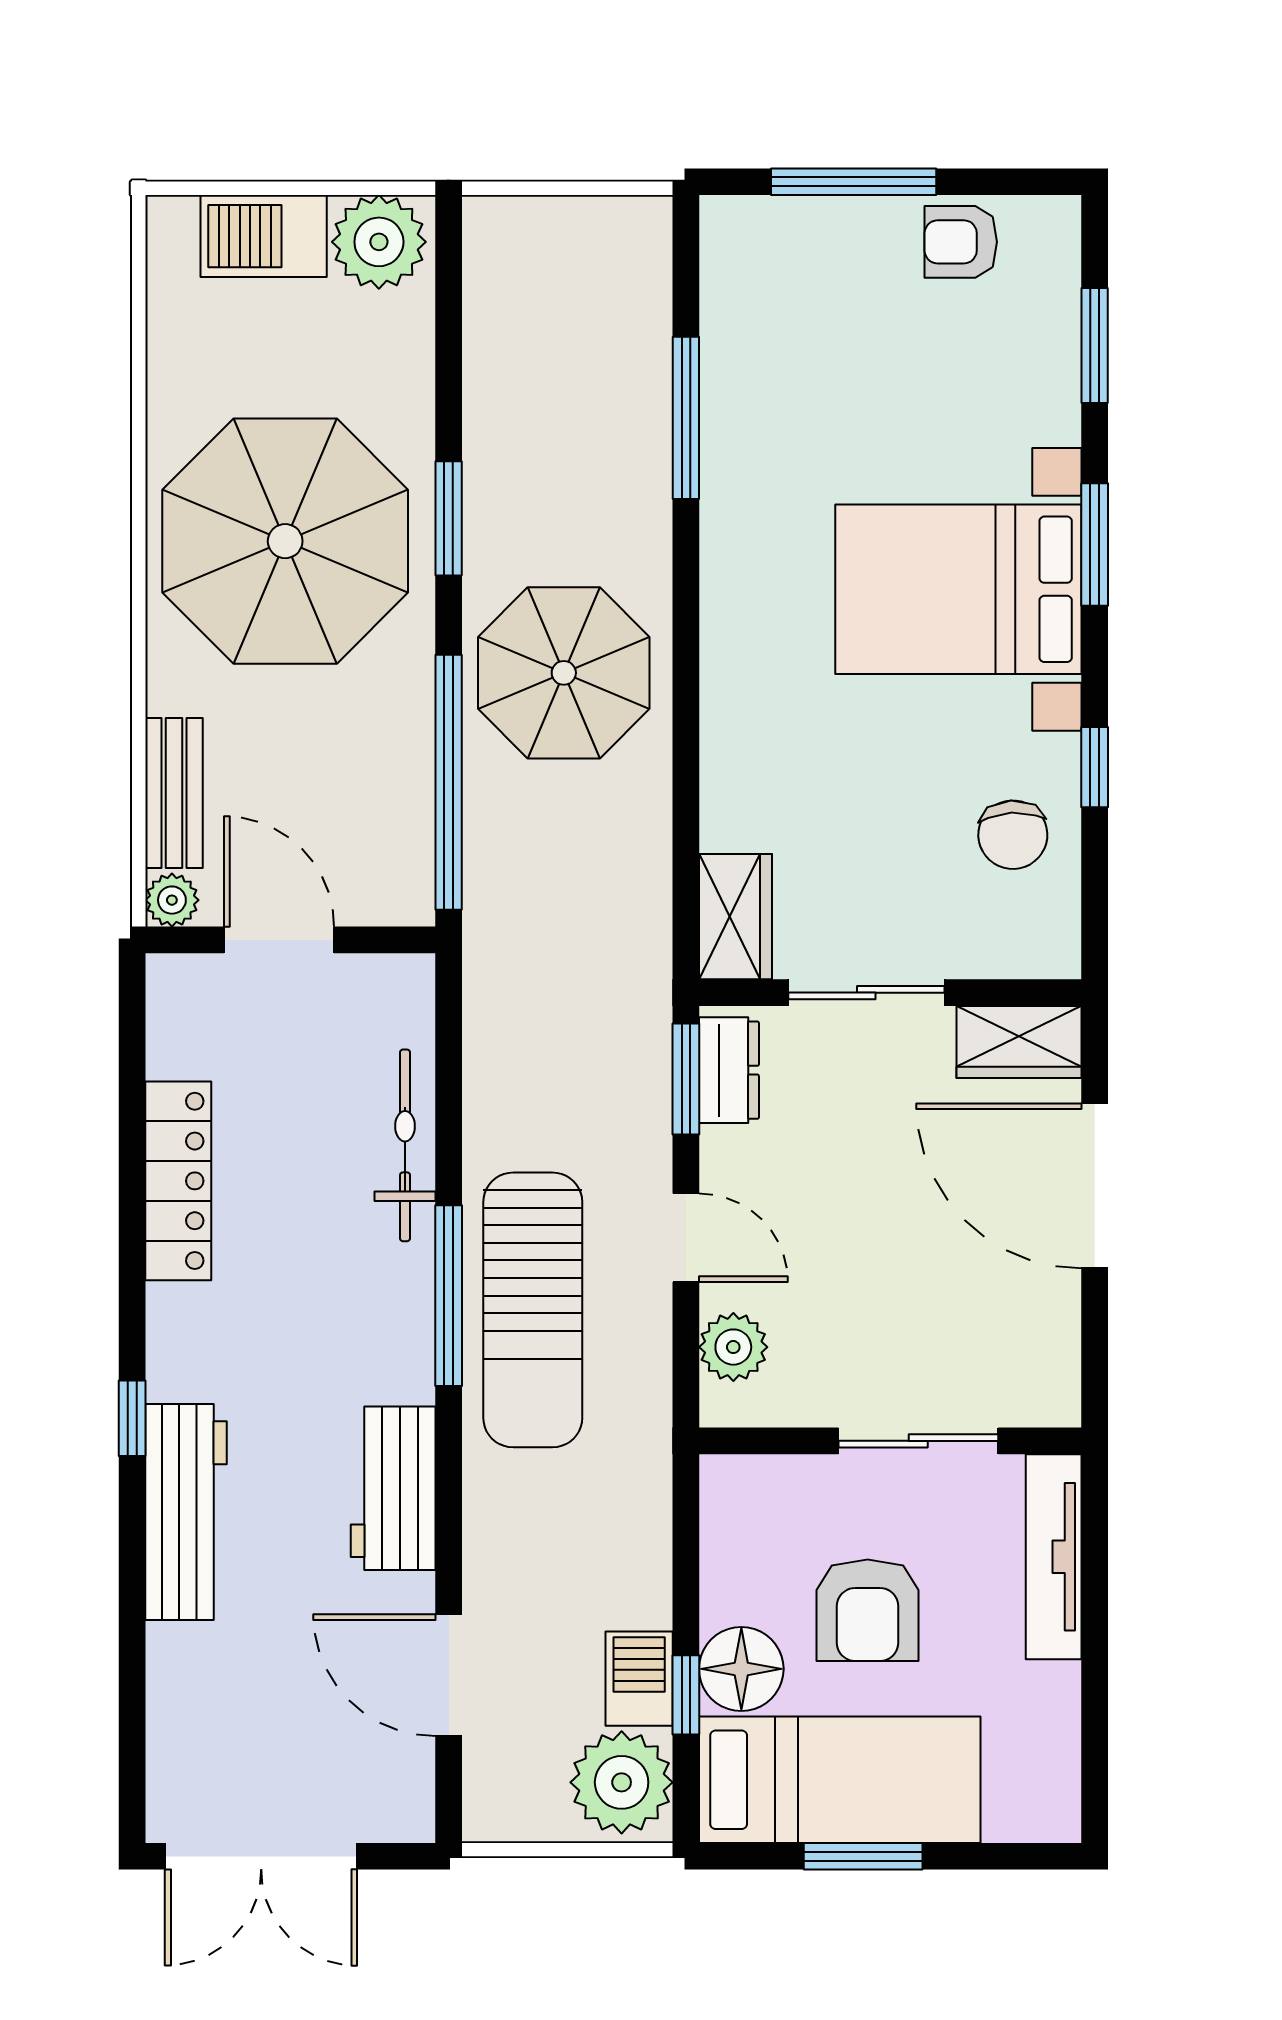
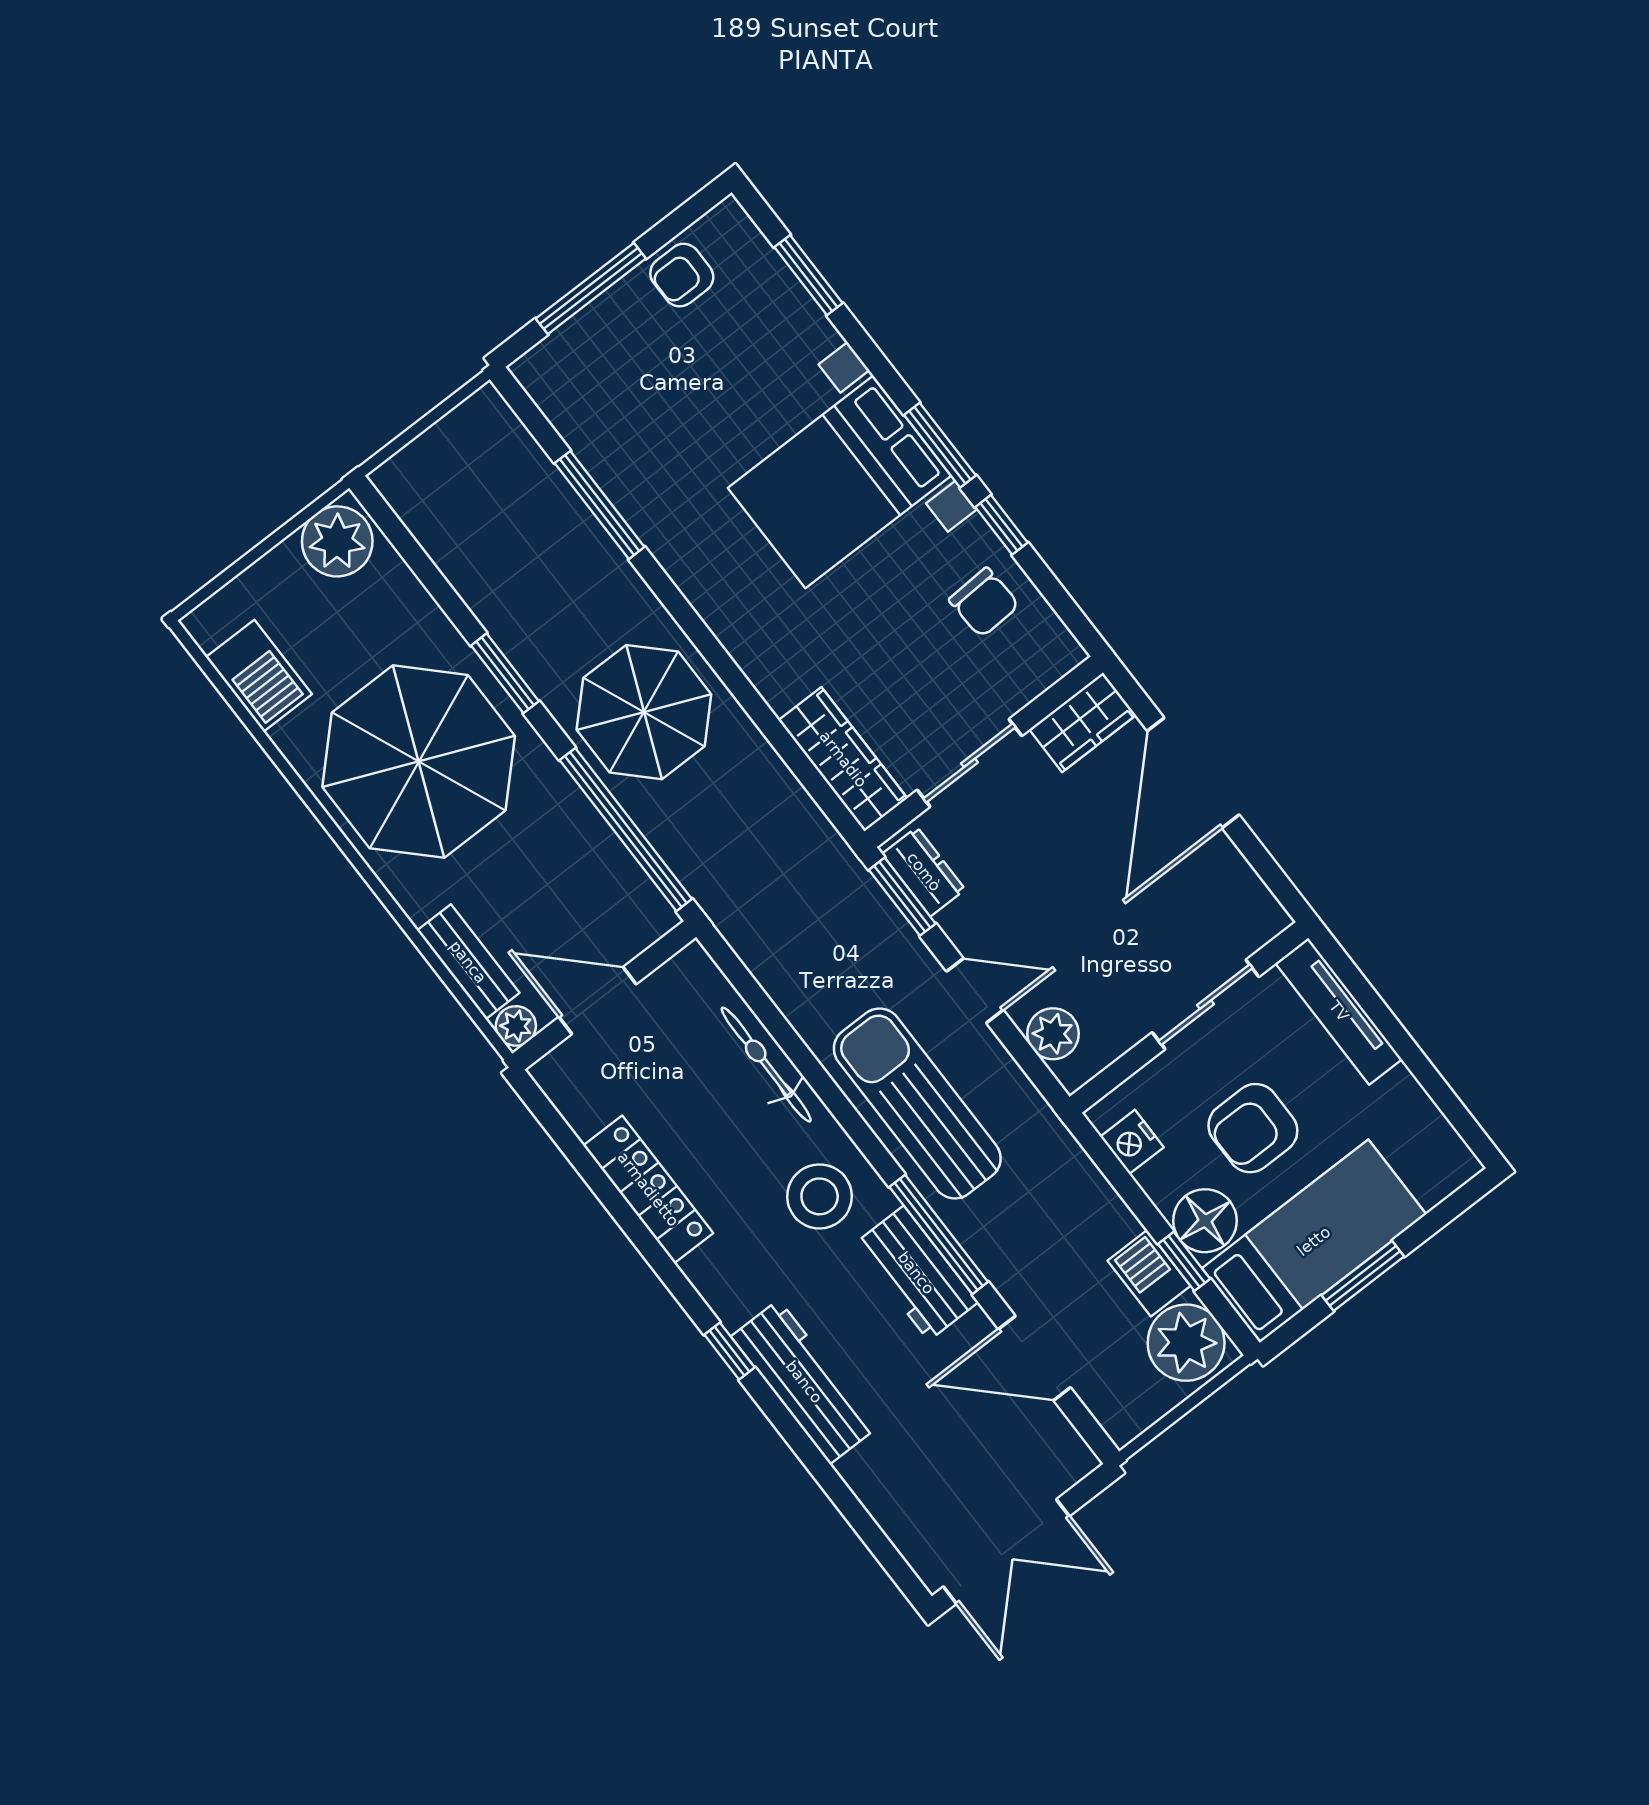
barbecue: (264, 236) -> (259, 676), moved, turned -90
window: (1095, 544) -> (940, 445), moved
wardrobe: (735, 917) -> (843, 759), width x1.50
door: (1095, 1186) -> (1193, 773), hinge flipped
window: (449, 1296) -> (939, 1234), moved
sun lounger: (533, 1310) -> (917, 1104), turned 180
stool: (354, 1328) -> (820, 1196), added
nightstand: (728, 1526) -> (1132, 1142), added
armchair: (868, 1610) -> (1253, 1128), turned 90

